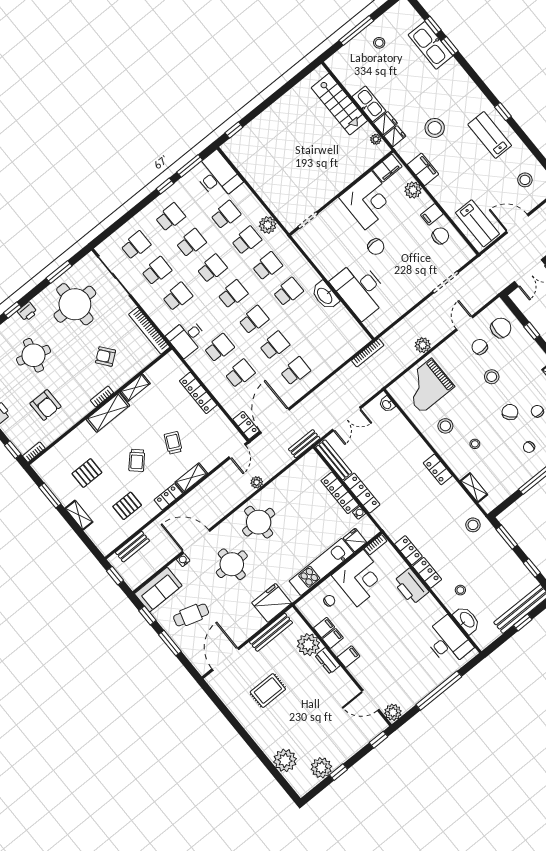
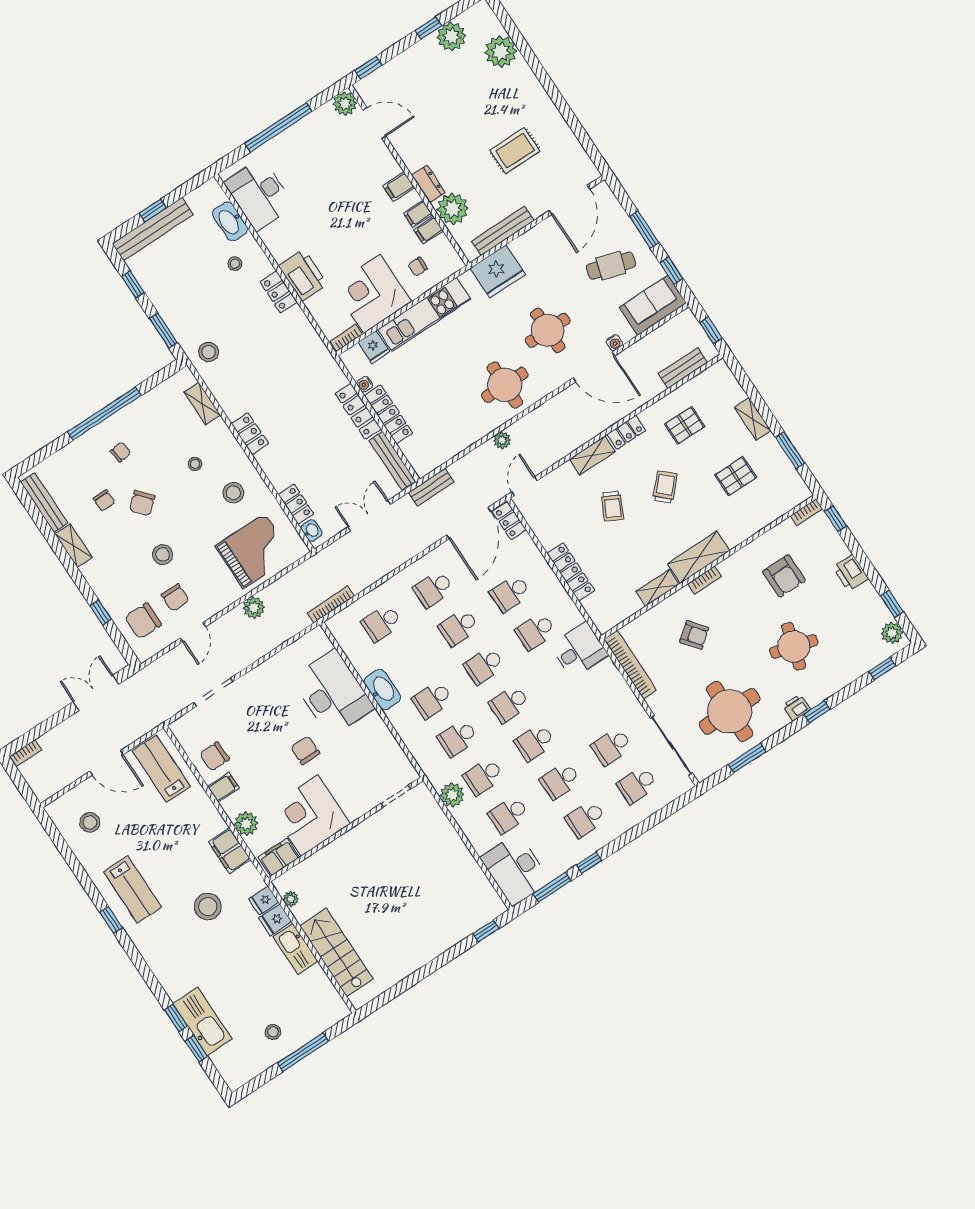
school desk: (178, 297) -> (382, 623), moved
armchair: (45, 405) -> (784, 576), turned 180
locker: (408, 550) -> (296, 504), moved, turned 180

